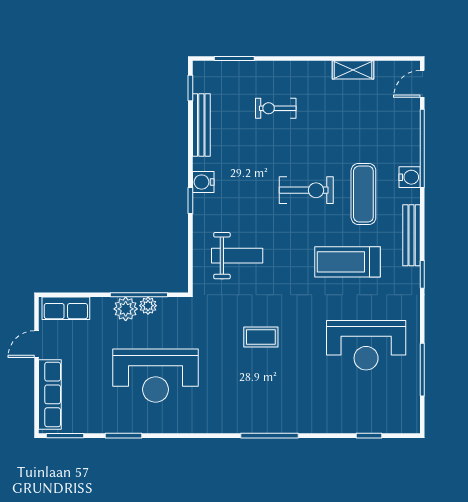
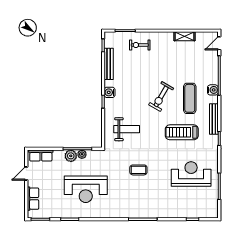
exercise bike: (276, 108) -> (140, 45), moved
exercise bike: (306, 190) -> (161, 96), turned 120
reception desk: (366, 345) -> (191, 174), turned 180
row of seats: (50, 394) -> (33, 199), width x0.68

